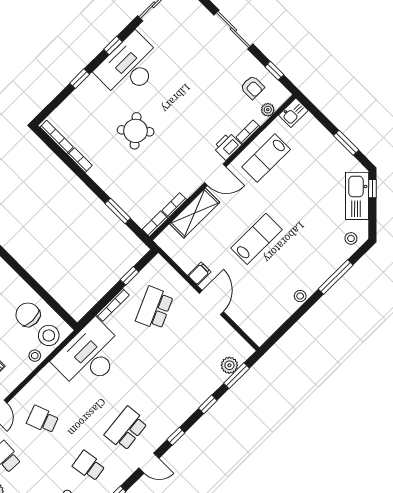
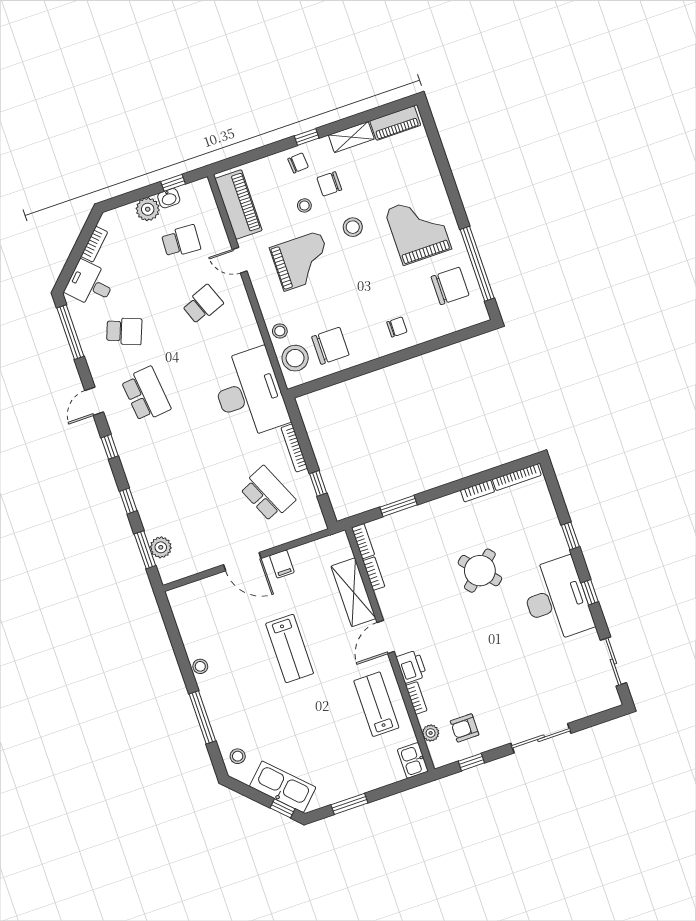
school desk: (89, 466) -> (124, 331), turned 30

